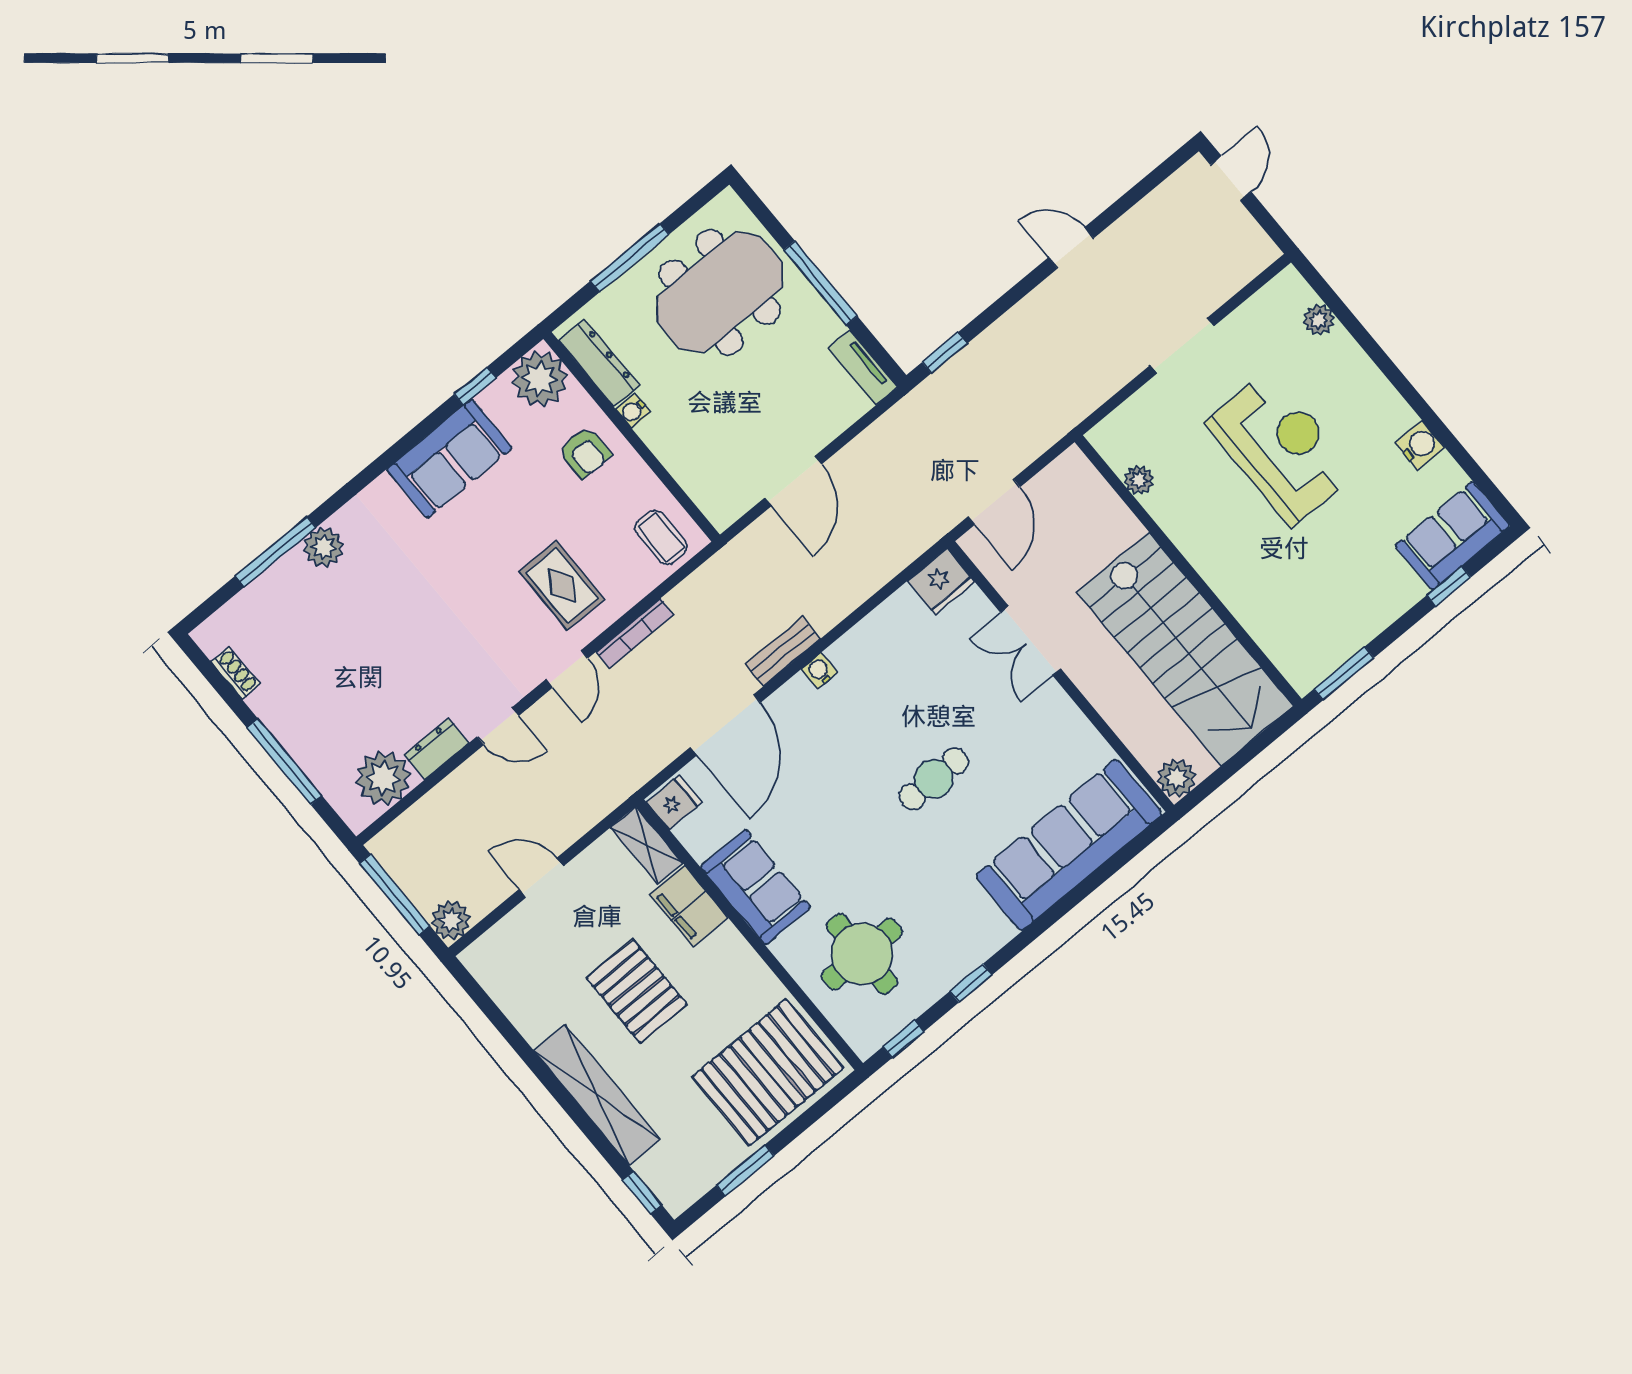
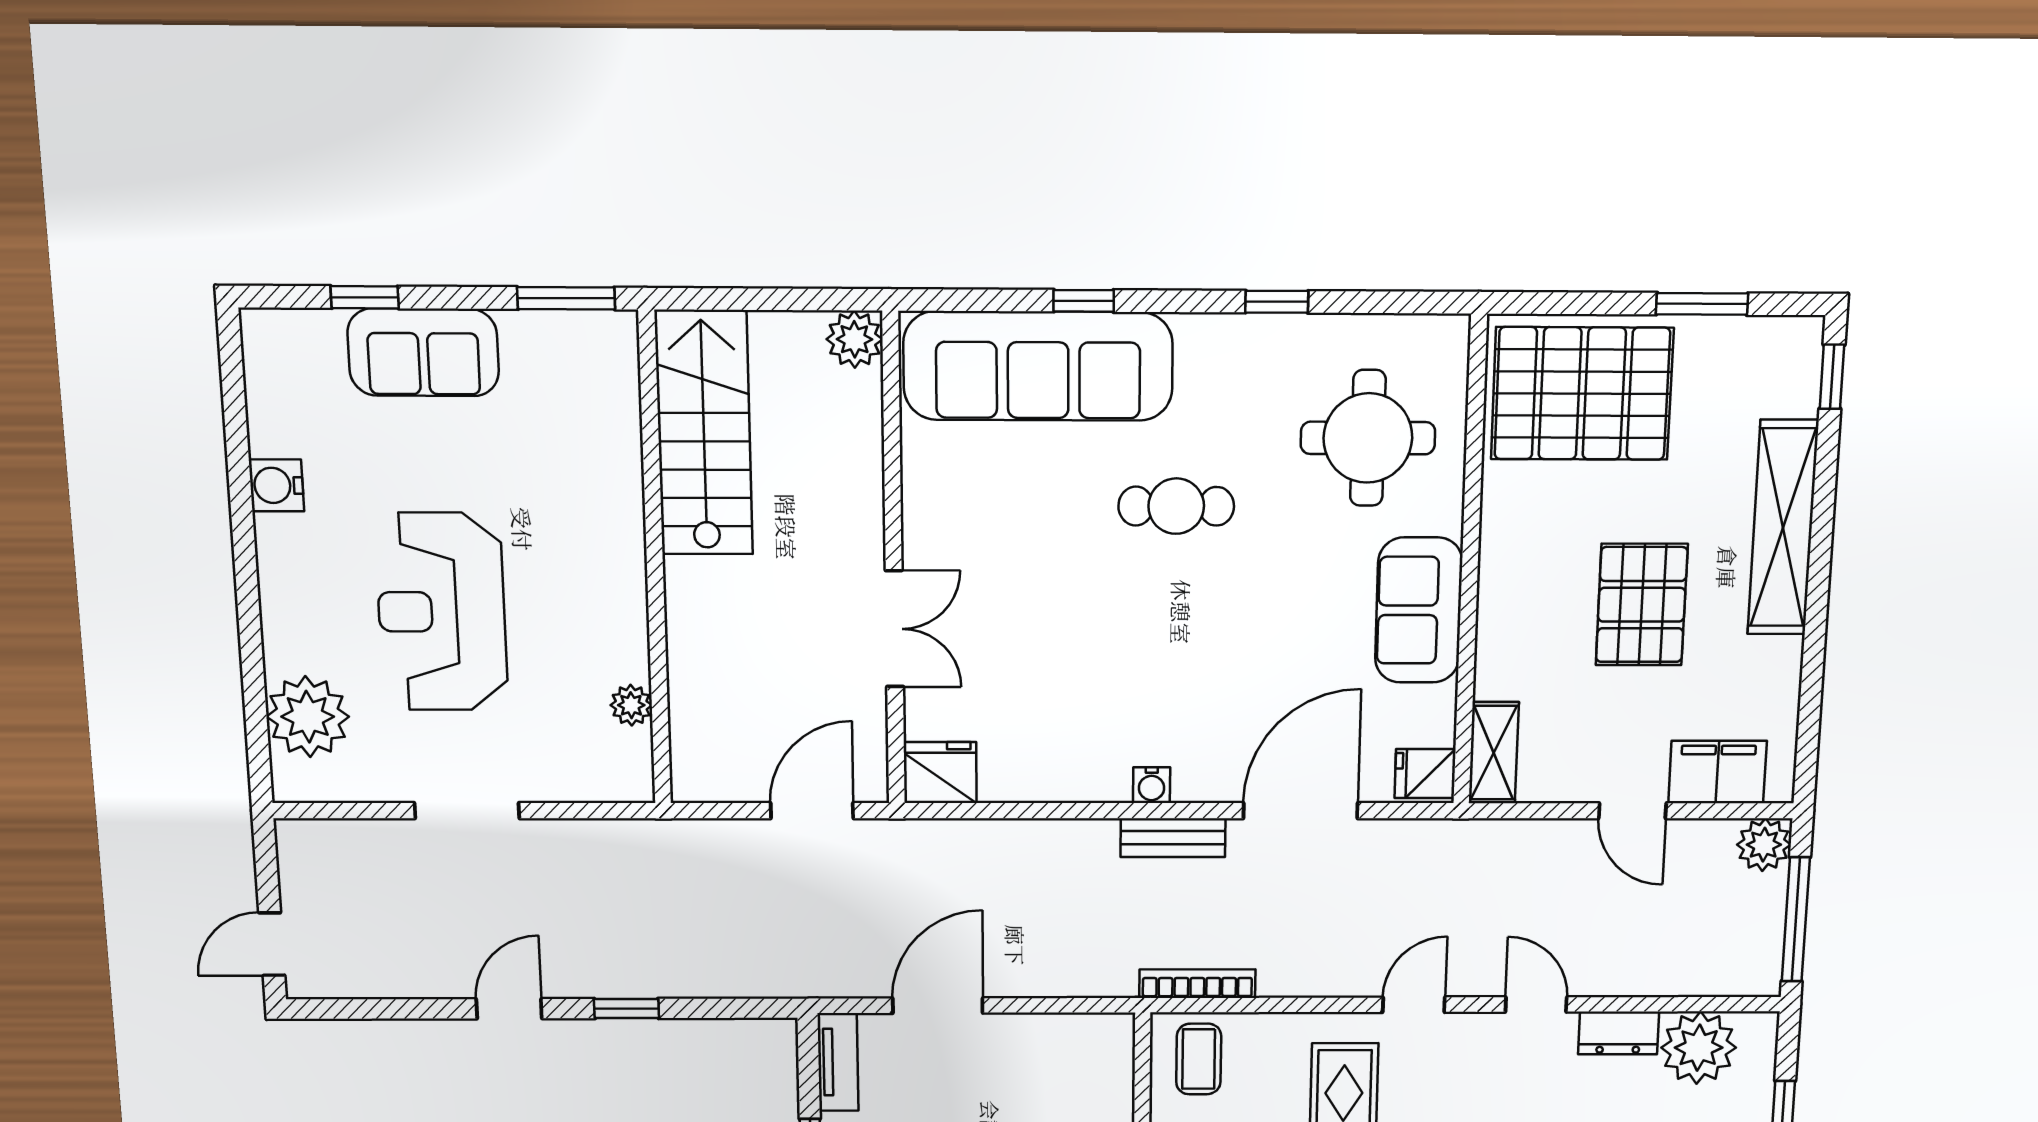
door: (1071, 248) -> (509, 1009), swing flipped
plant: (1319, 320) -> (308, 717), width x1.87, depth x1.87
window: (945, 353) -> (626, 1008), moved
door: (793, 481) -> (938, 1006), moved
sofa: (1452, 536) -> (423, 352), moved
bookcase: (635, 633) -> (1197, 984), moved
stairs: (1185, 649) -> (704, 433), width x0.73, depth x0.66
cafe table: (934, 779) -> (1176, 506), moved
filing cabinet: (689, 906) -> (1718, 772), moved, turned -90
window: (903, 1039) -> (1084, 301), moved

